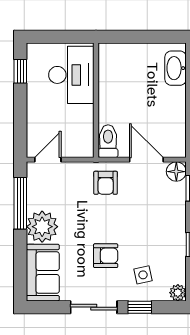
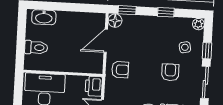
toilet: (108, 141) -> (36, 47), moved, turned 180
printer: (80, 146) -> (94, 86), added

